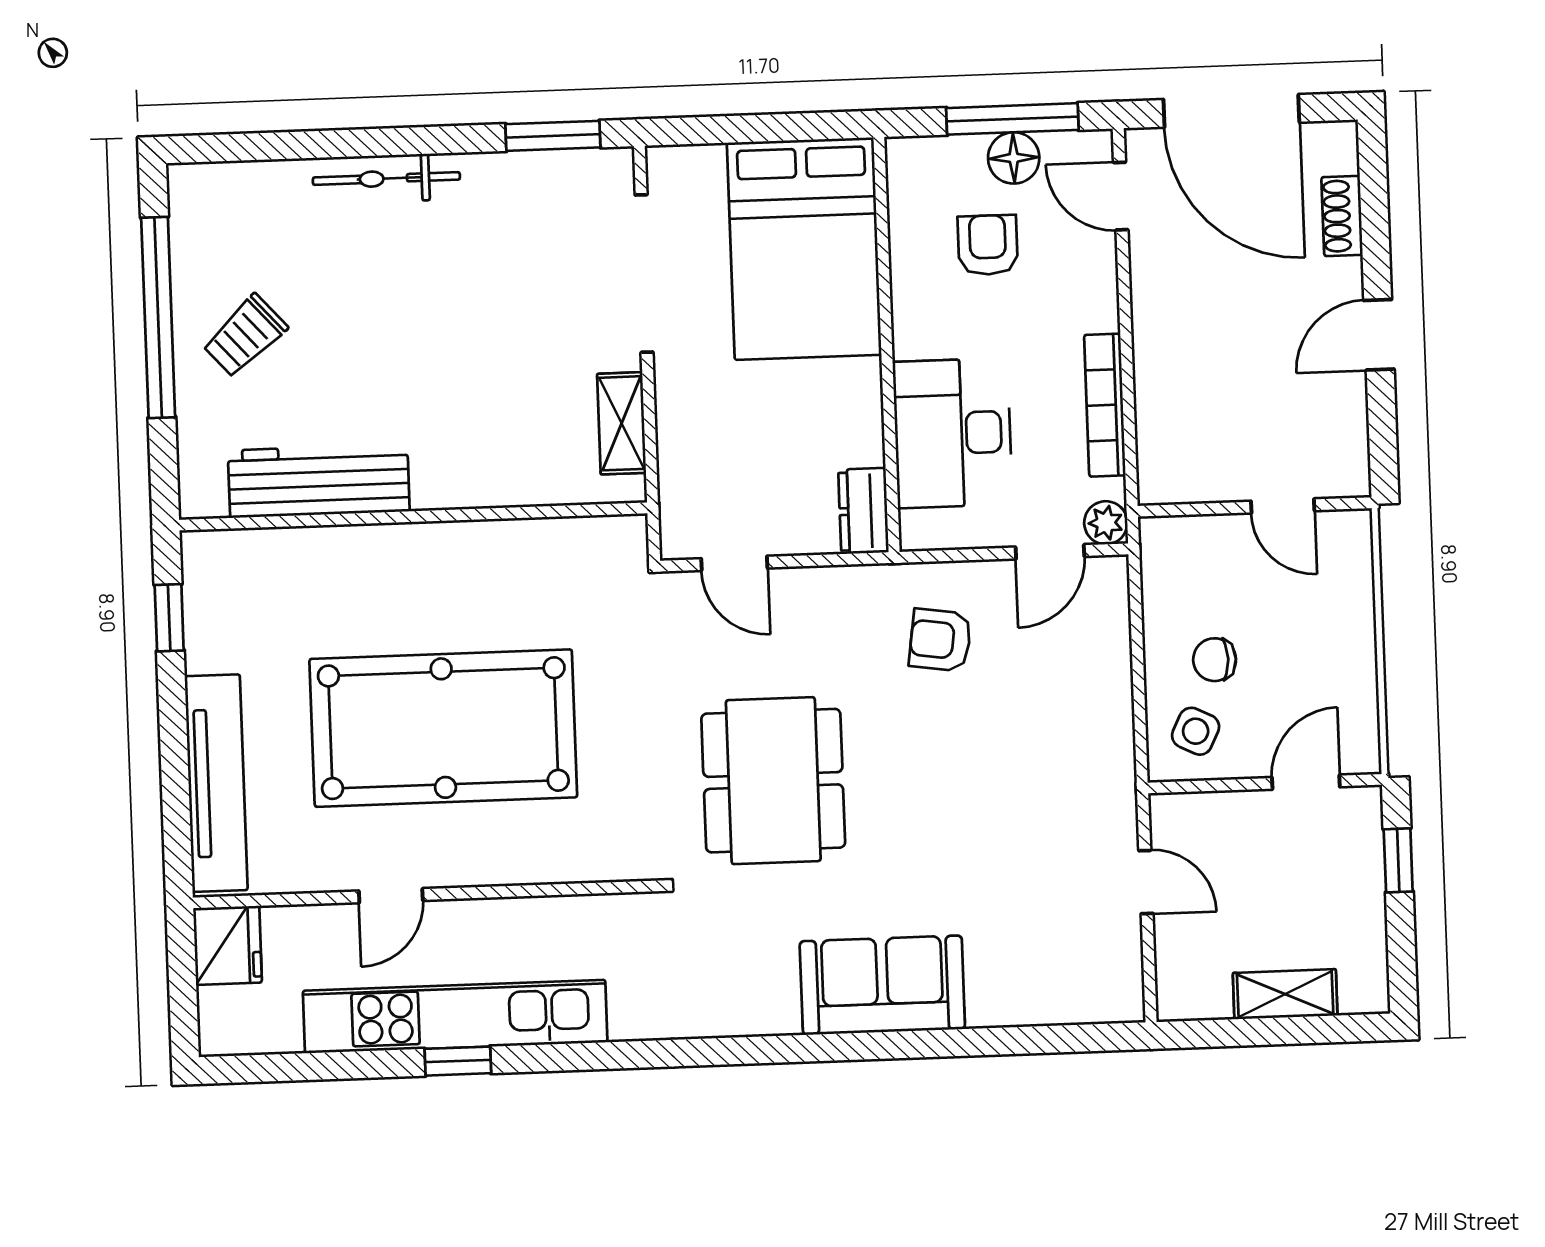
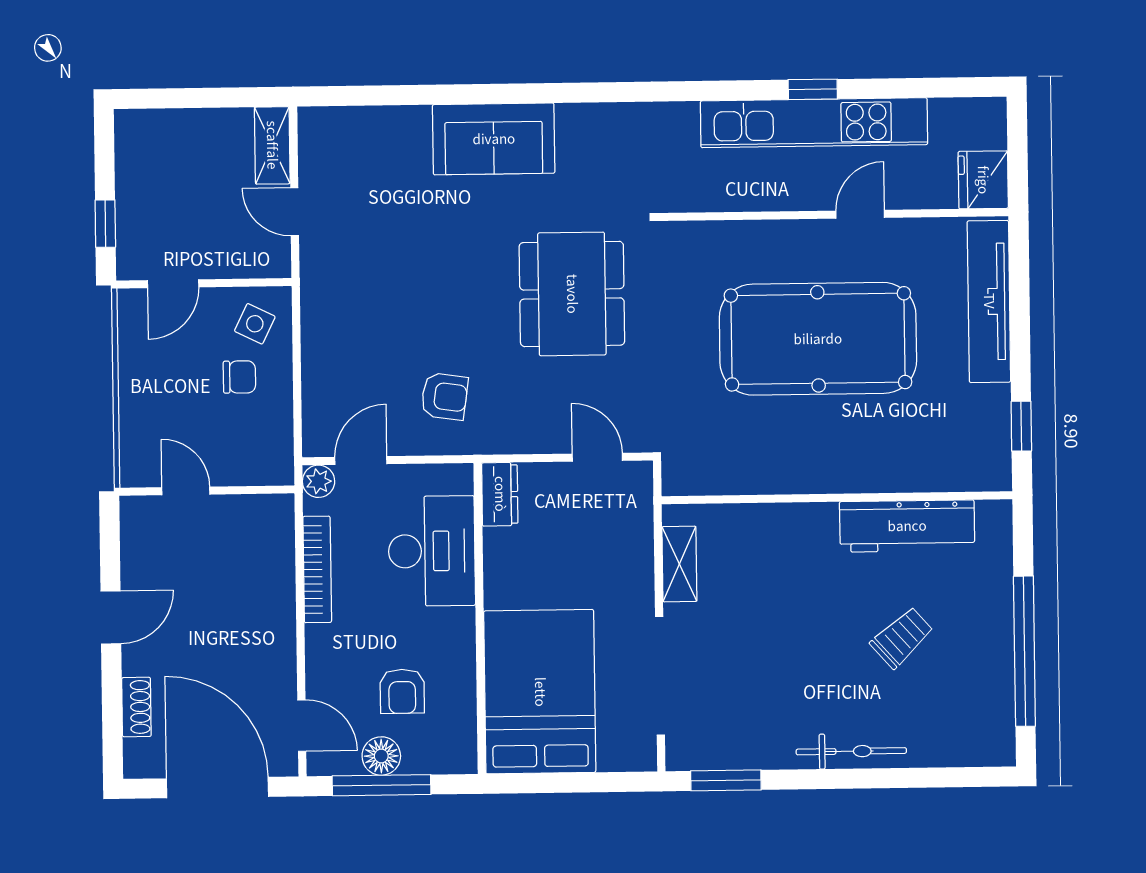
trolley: (245, 336) -> (902, 638), moved
shelving: (1285, 994) -> (272, 145), moved, turned 90

